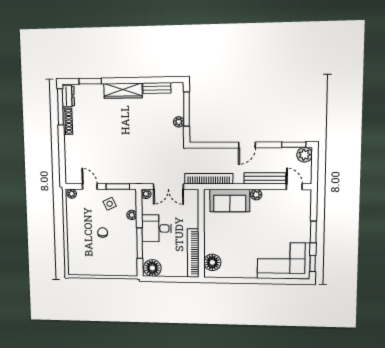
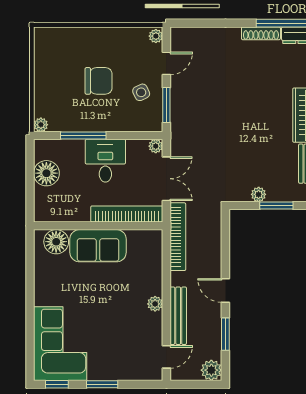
window: (186, 109) -> (276, 206), width x0.69
window: (294, 145) -> (225, 334), moved
double door: (168, 187) -> (166, 179), swing flipped
sofa: (230, 201) -> (98, 246), moved, turned -90
plant: (132, 215) -> (41, 125), moved
chair: (103, 232) -> (99, 81), width x1.87, depth x1.87
bookcase: (193, 253) -> (127, 214), moved
floor lamp: (152, 268) -> (46, 173), moved

